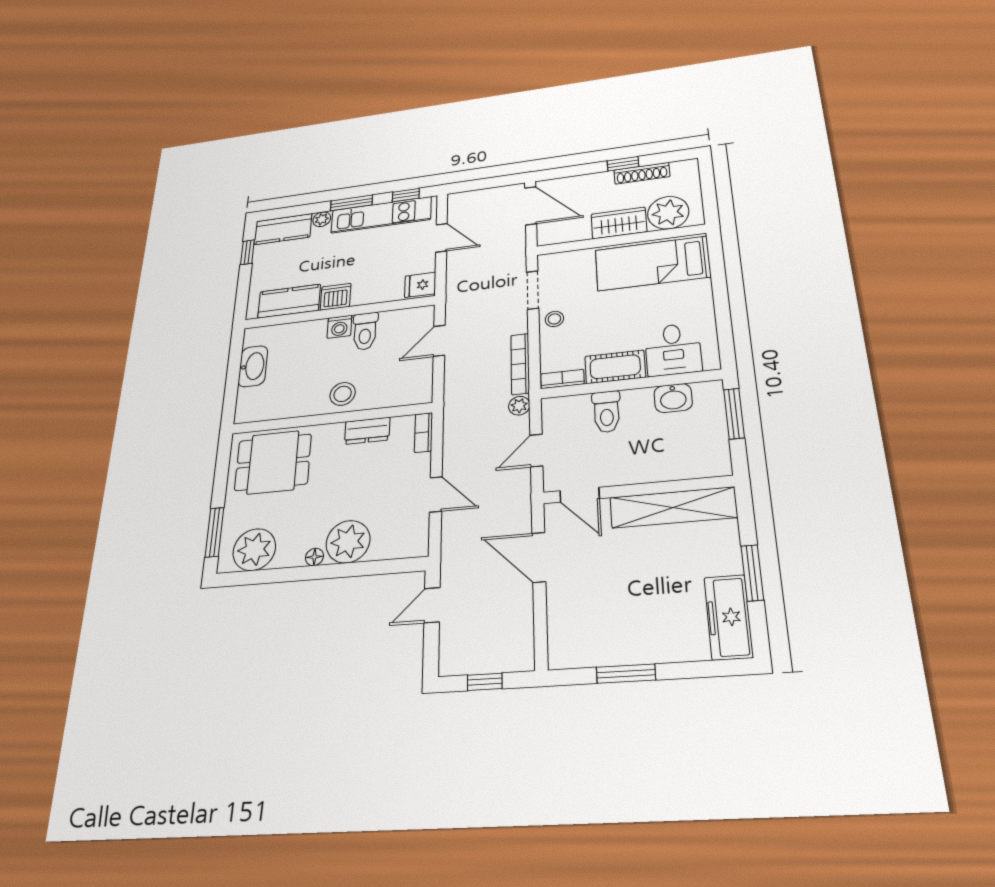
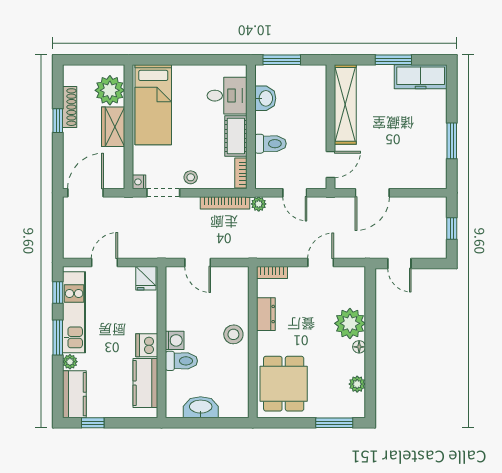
nightstand: (546, 261) -> (139, 182), added
toilet: (365, 331) -> (181, 361), moved
plant: (254, 550) -> (357, 384), width x0.53, depth x0.53

